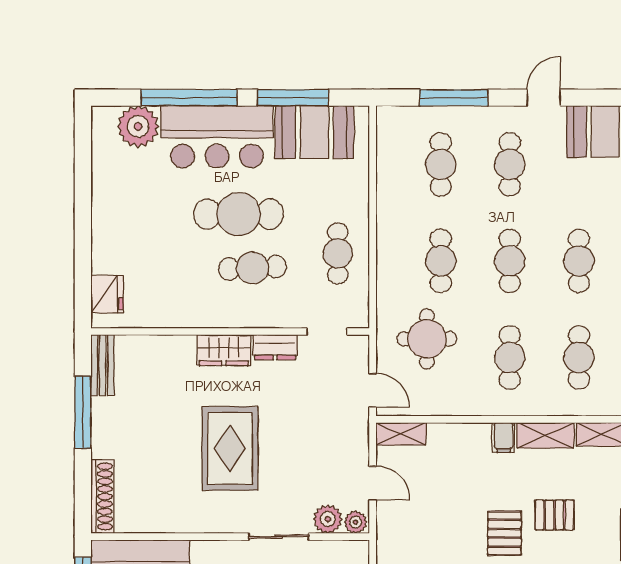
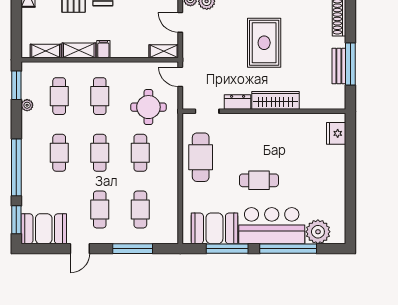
cafe table: (239, 214) -> (259, 180), width x0.73, depth x0.74
cafe table: (338, 253) -> (201, 157), width x1.37, depth x1.35
cafe table: (252, 268) -> (251, 149), removed
wardrobe: (224, 350) -> (275, 100), width x1.50
bench: (102, 365) -> (339, 66), moved

